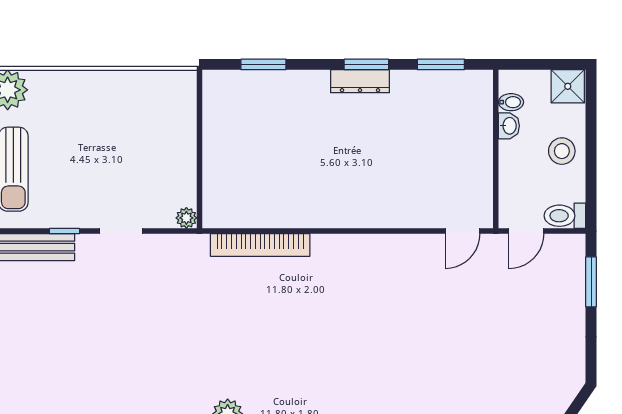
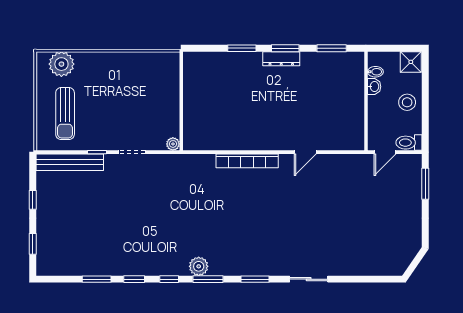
window: (263, 64) -> (242, 48), moved
door: (462, 231) -> (305, 152), moved
bookcase: (260, 245) -> (247, 161), moved

